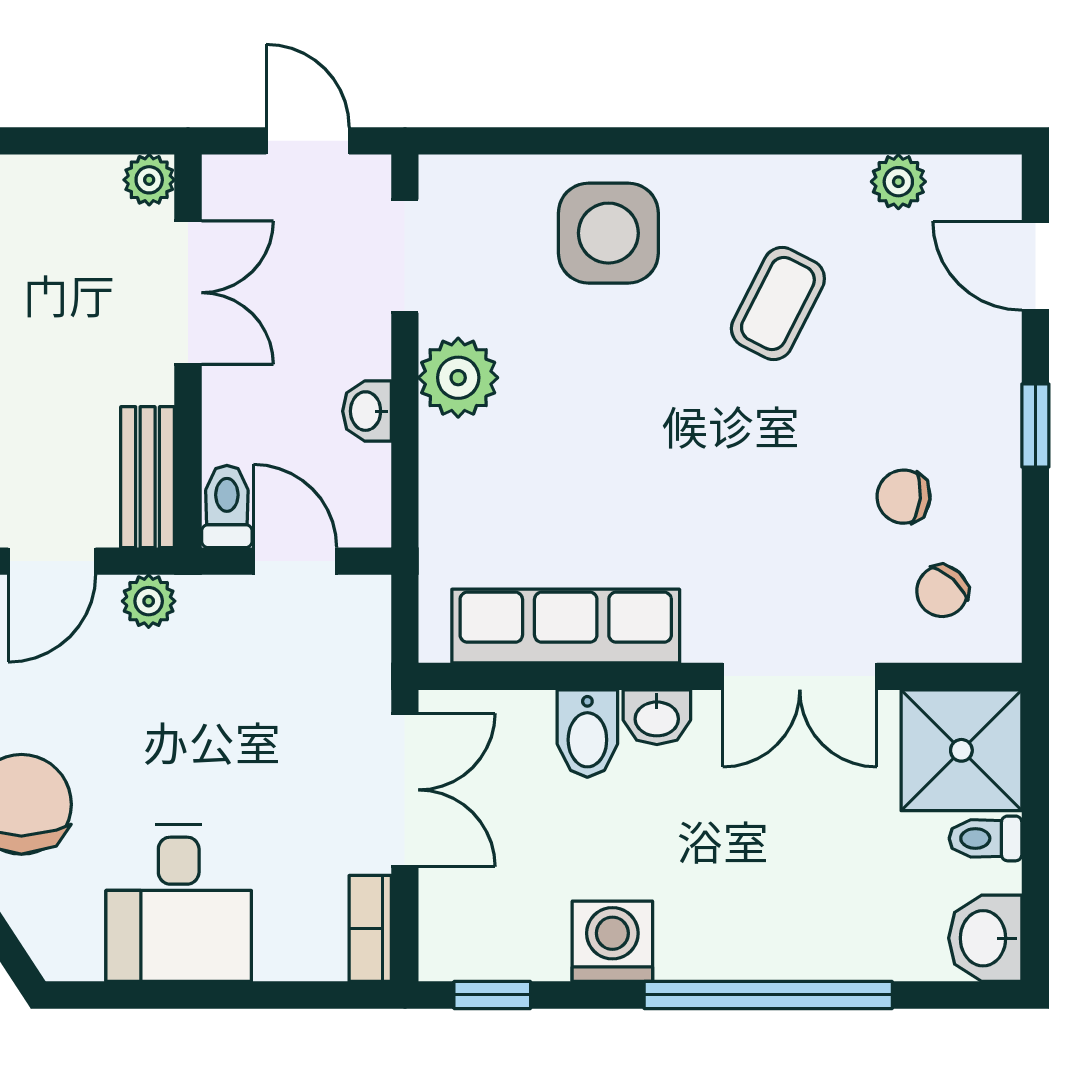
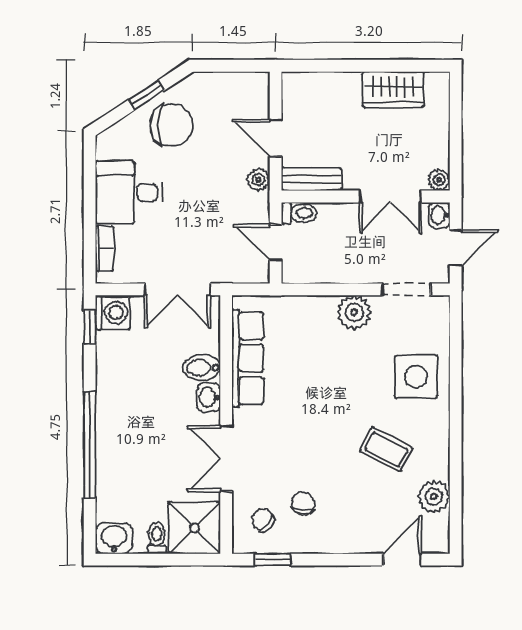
plant: (898, 182) -> (434, 497), width x1.38, depth x1.38
washbasin: (367, 411) -> (439, 215), moved, turned -90
window: (1035, 425) -> (273, 560), moved
door: (295, 561) -> (276, 242), swing flipped
bookcase: (370, 928) -> (105, 249), moved, turned 90
washing machine: (612, 941) -> (113, 312), moved

